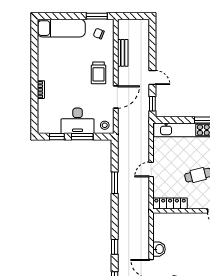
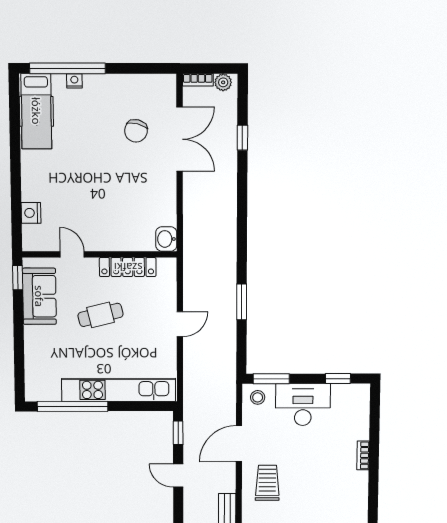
window: (82, 137) -> (271, 379), moved
locker: (170, 203) -> (128, 267), moved
window: (115, 247) -> (242, 193), removed
washbasin: (159, 249) -> (166, 239), moved

